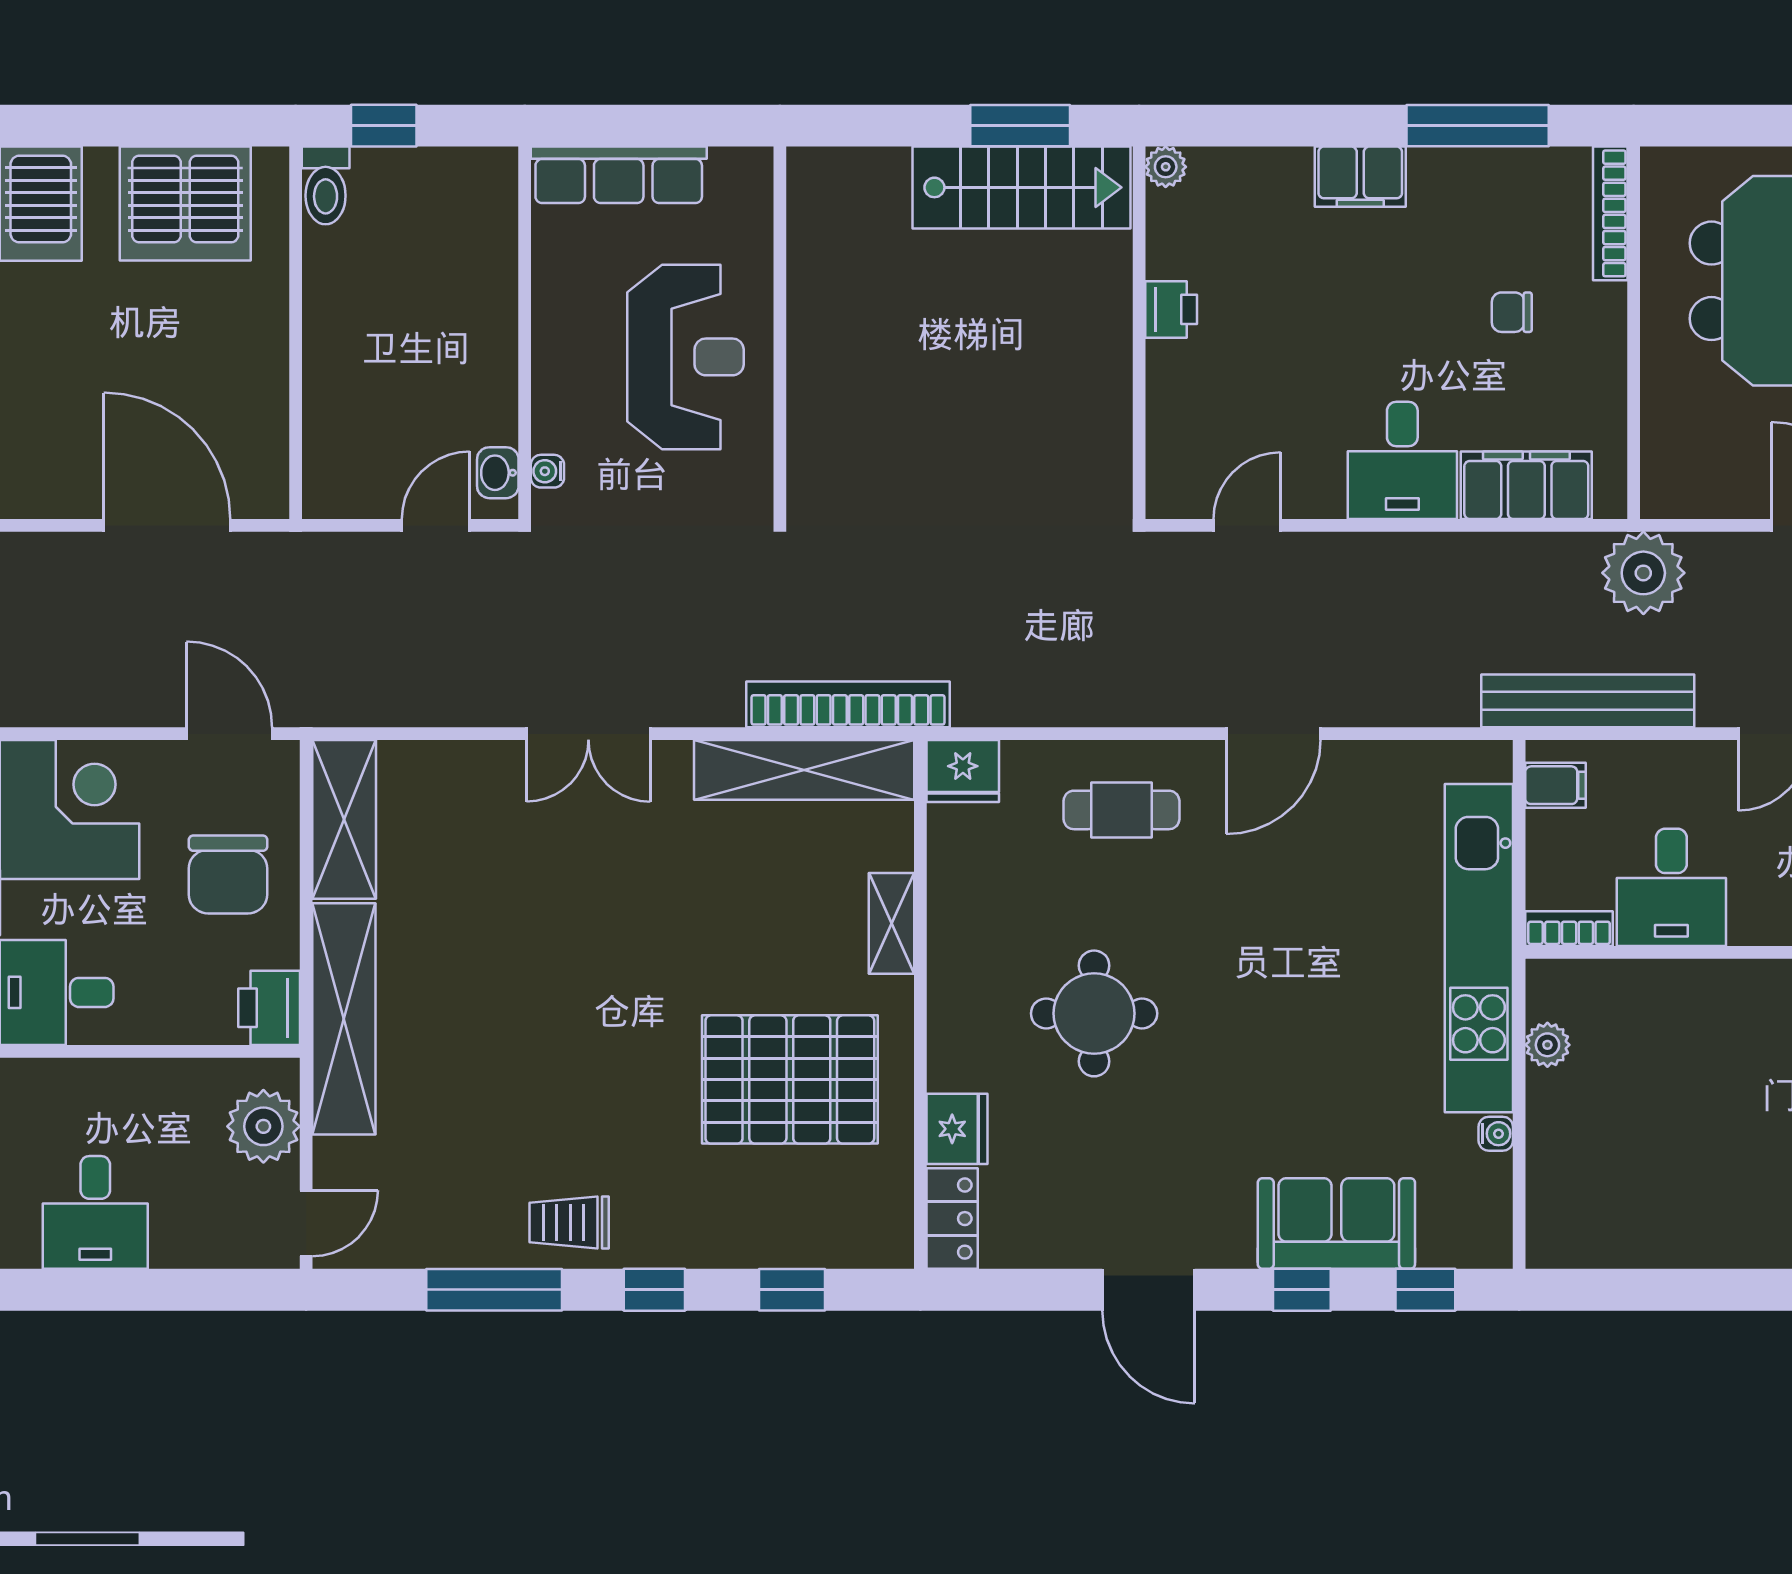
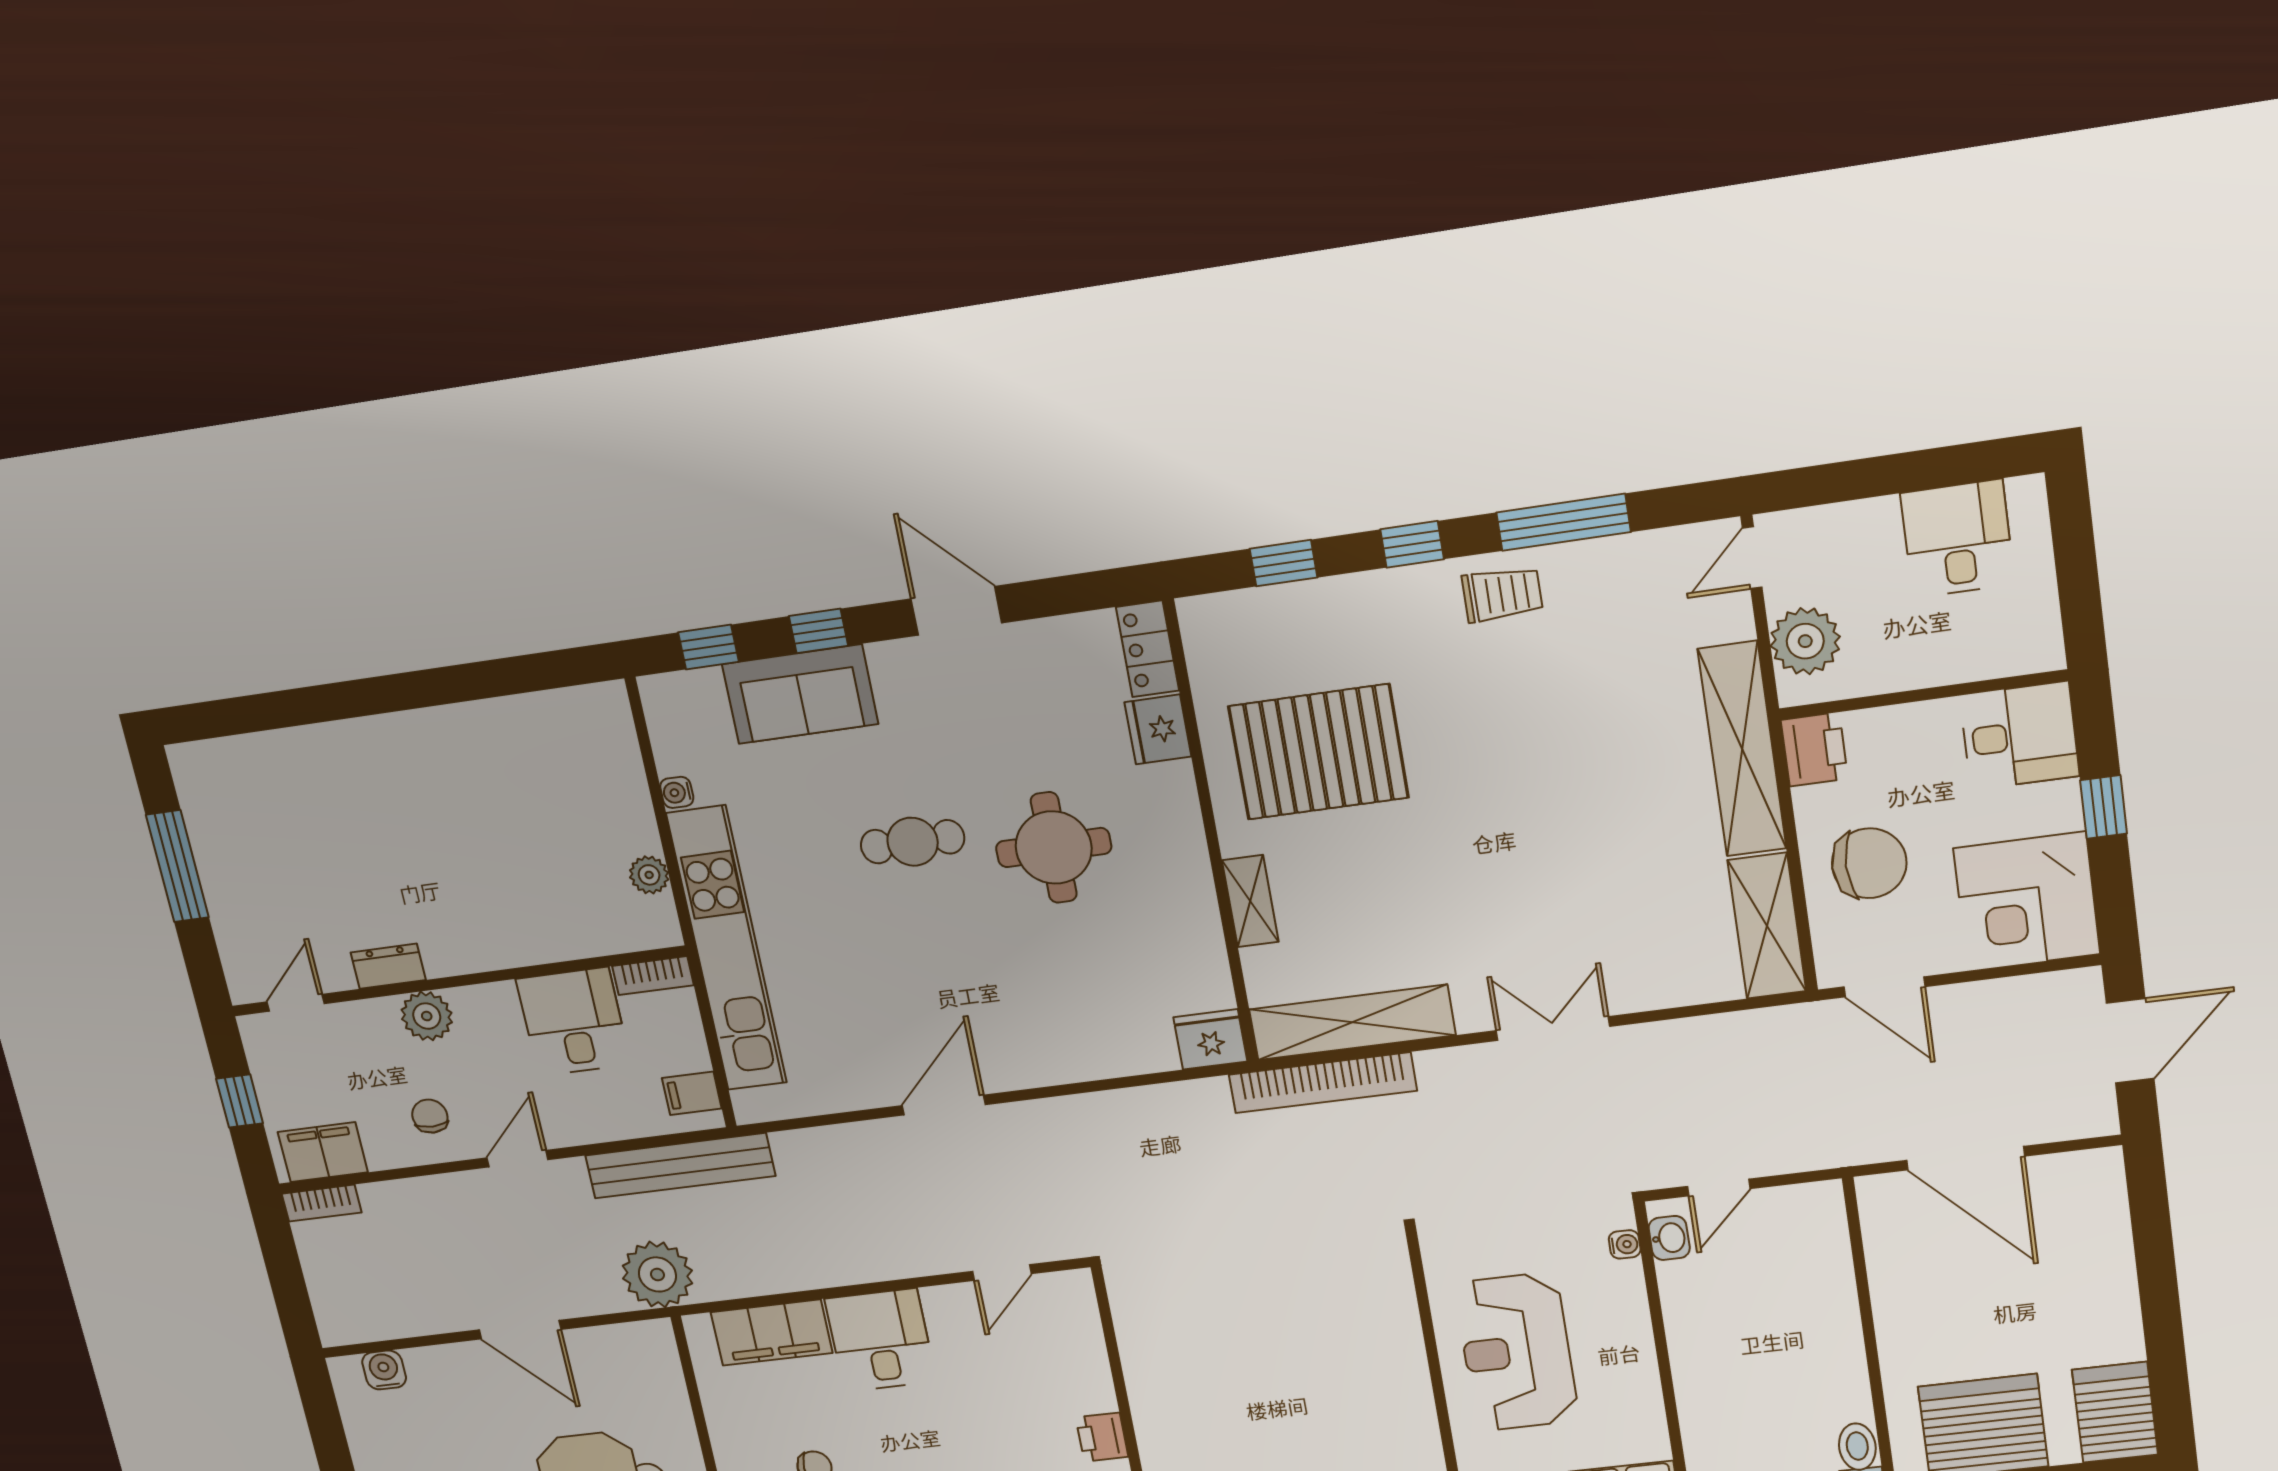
cafe table: (1121, 810) -> (913, 842), moved
chair: (228, 874) -> (1869, 863), turned 90

